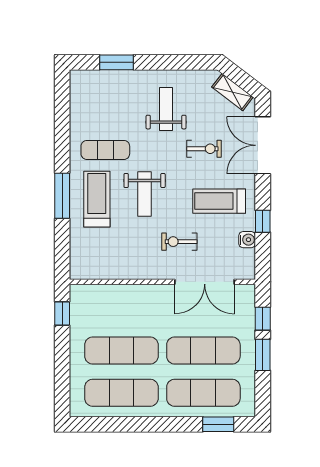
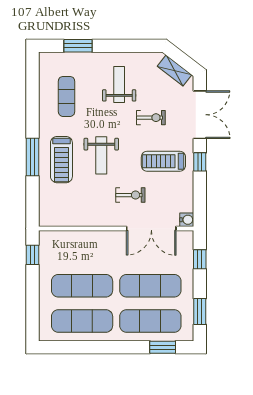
double door: (263, 145) -> (200, 115), swing flipped
exercise mat: (105, 150) -> (67, 96), moved, turned 90
treadmill: (97, 199) -> (61, 160), turned 180
window: (263, 221) -> (200, 162), moved
water cooler: (247, 240) -> (187, 220), moved
exercise bike: (179, 242) -> (130, 195), turned 180
window: (263, 355) -> (200, 312), moved

